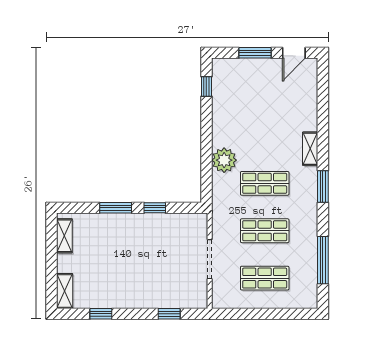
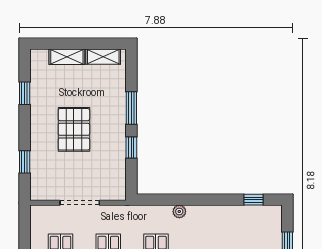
plant: (224, 160) -> (179, 212), width x0.53, depth x0.53
pallet: (137, 265) -> (74, 129), added
shelving: (65, 291) -> (67, 57), moved

